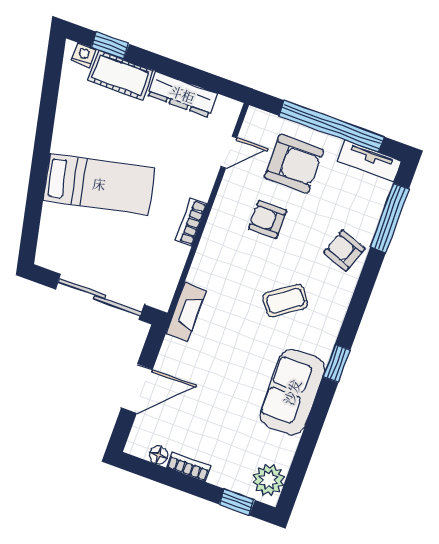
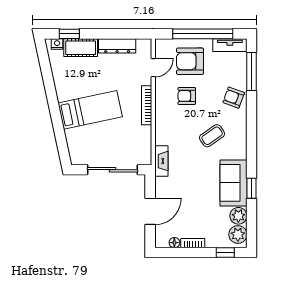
armchair: (294, 164) -> (190, 61), turned 180
bookcase: (191, 222) -> (147, 105), width x1.56
window: (337, 363) -> (252, 188), moved
plant: (281, 449) -> (238, 216), added

